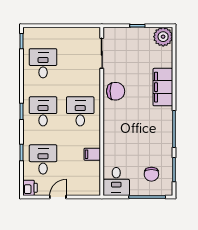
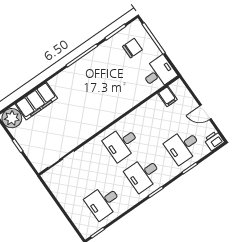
filing cabinet: (163, 87) -> (36, 101), moved
chair: (116, 91) -> (84, 126), removed
filing cabinet: (92, 154) -> (167, 96), moved

